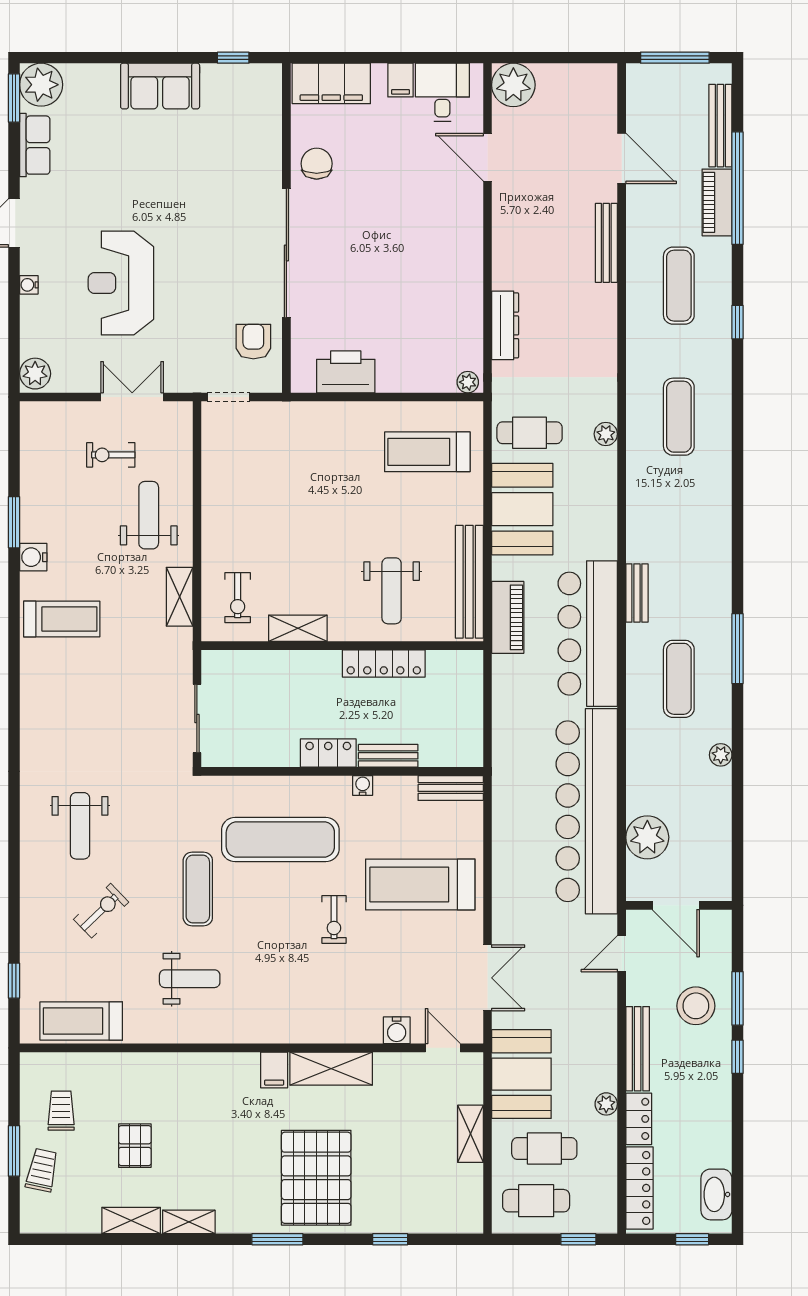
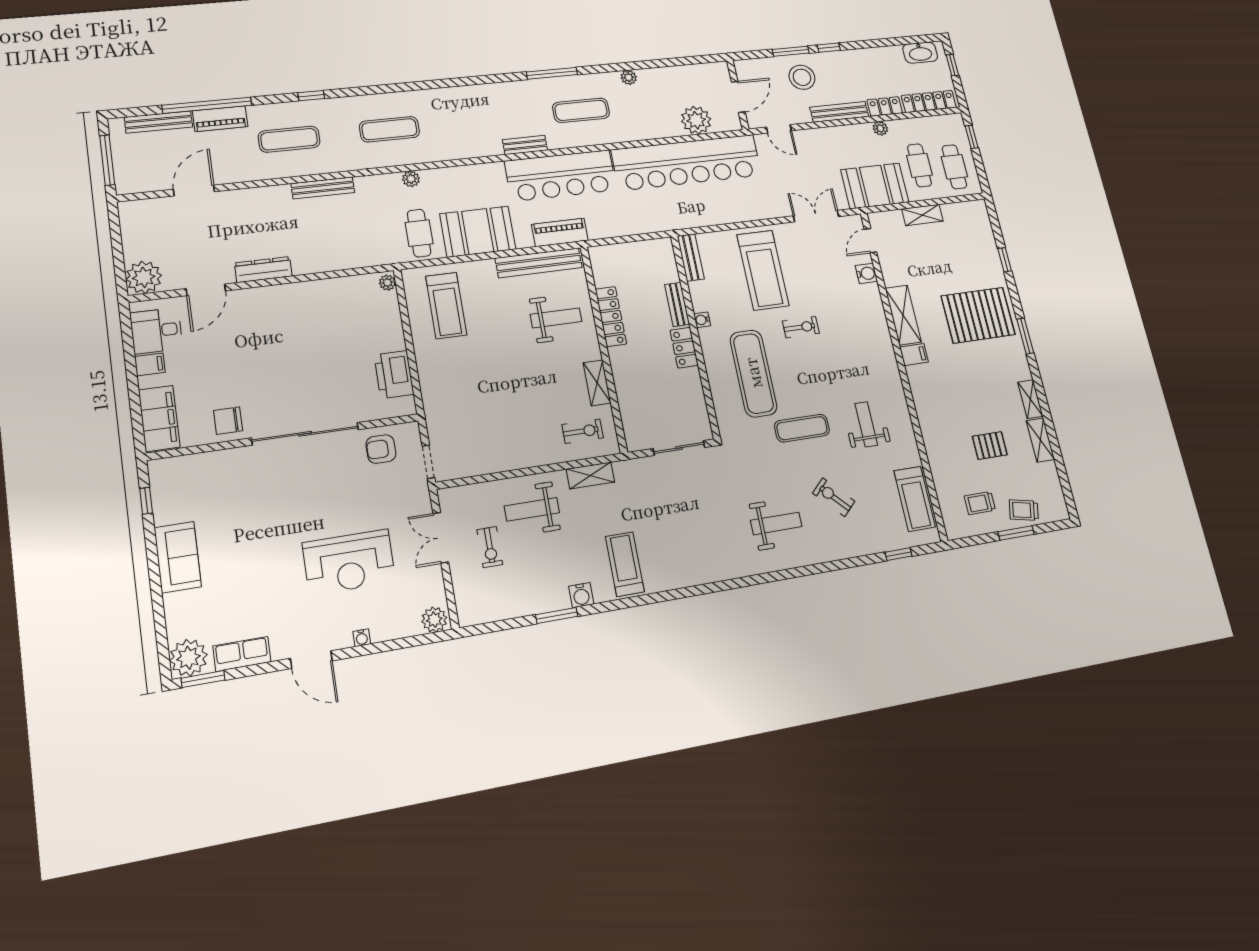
bench: (606, 243) -> (323, 188), moved
dresser: (505, 325) -> (263, 270), moved

